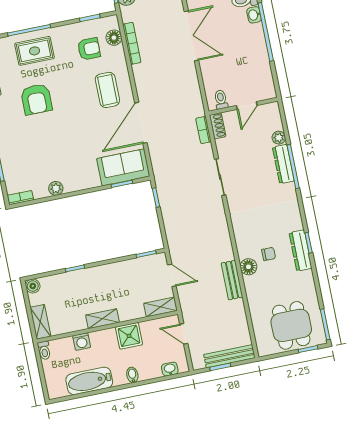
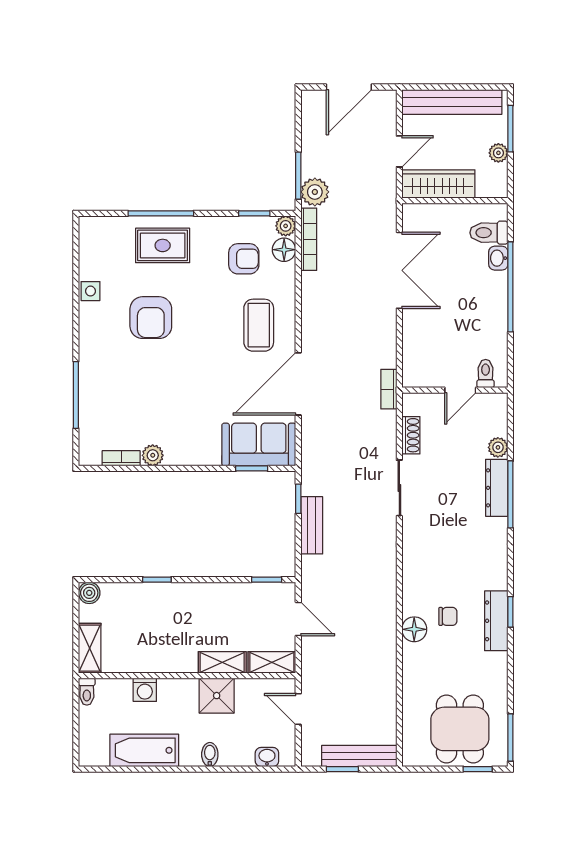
plant: (112, 22) -> (286, 226), added
bookcase: (132, 43) -> (309, 239), moved
toilet: (221, 100) -> (486, 374), moved
shoe rack: (218, 126) -> (411, 435), moved
bookcase: (203, 130) -> (389, 389), moved
bookcase: (20, 198) -> (121, 458), moved
bench: (232, 280) -> (312, 525), moved
shelving: (102, 319) -> (222, 662), moved

